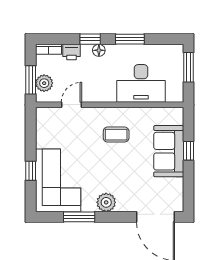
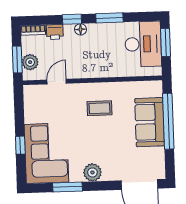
desk: (141, 83) -> (143, 44), moved, turned -90
window: (189, 151) -> (168, 121), width x3.17

